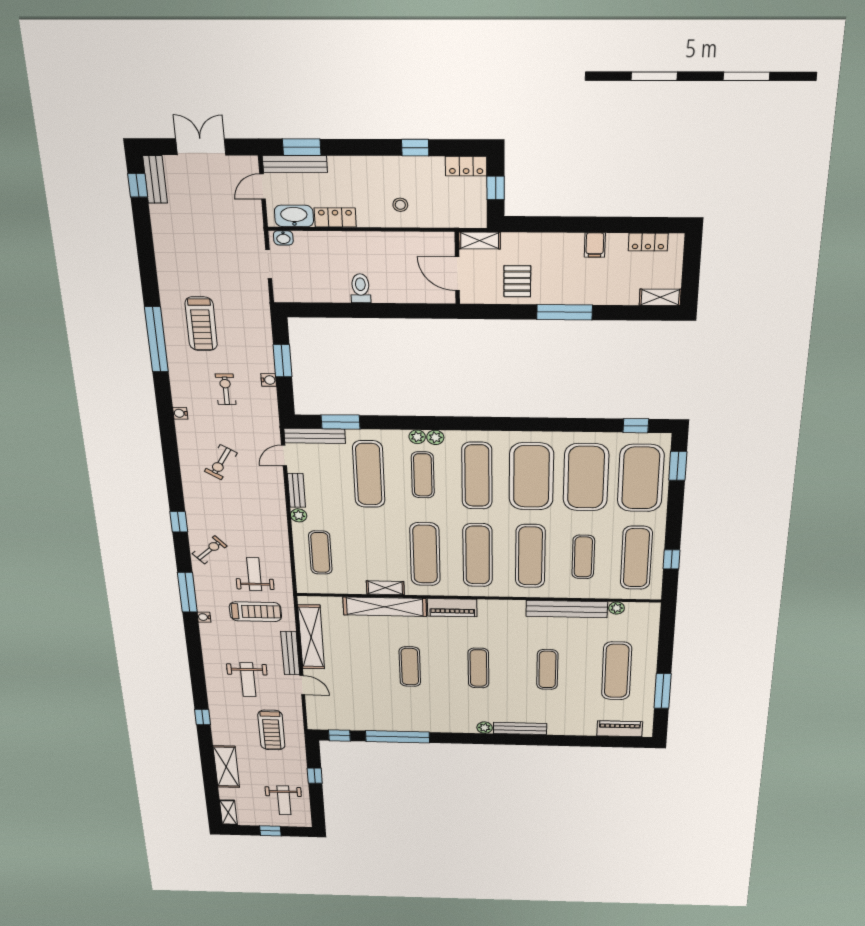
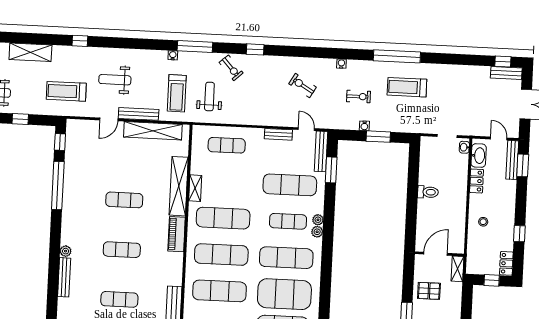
plant: (299, 515) -> (258, 134), removed
weight bench: (254, 574) -> (209, 97), turned -90

